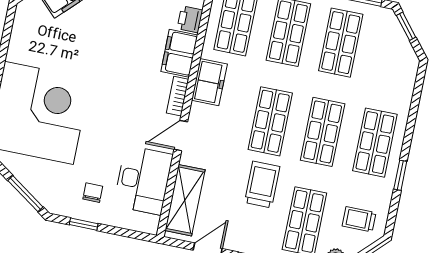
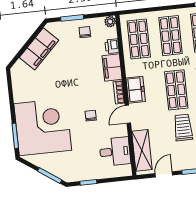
freezer: (209, 82) -> (136, 90), moved
desk: (143, 180) -> (115, 152), width x0.73
chair: (93, 193) -> (91, 116), moved

